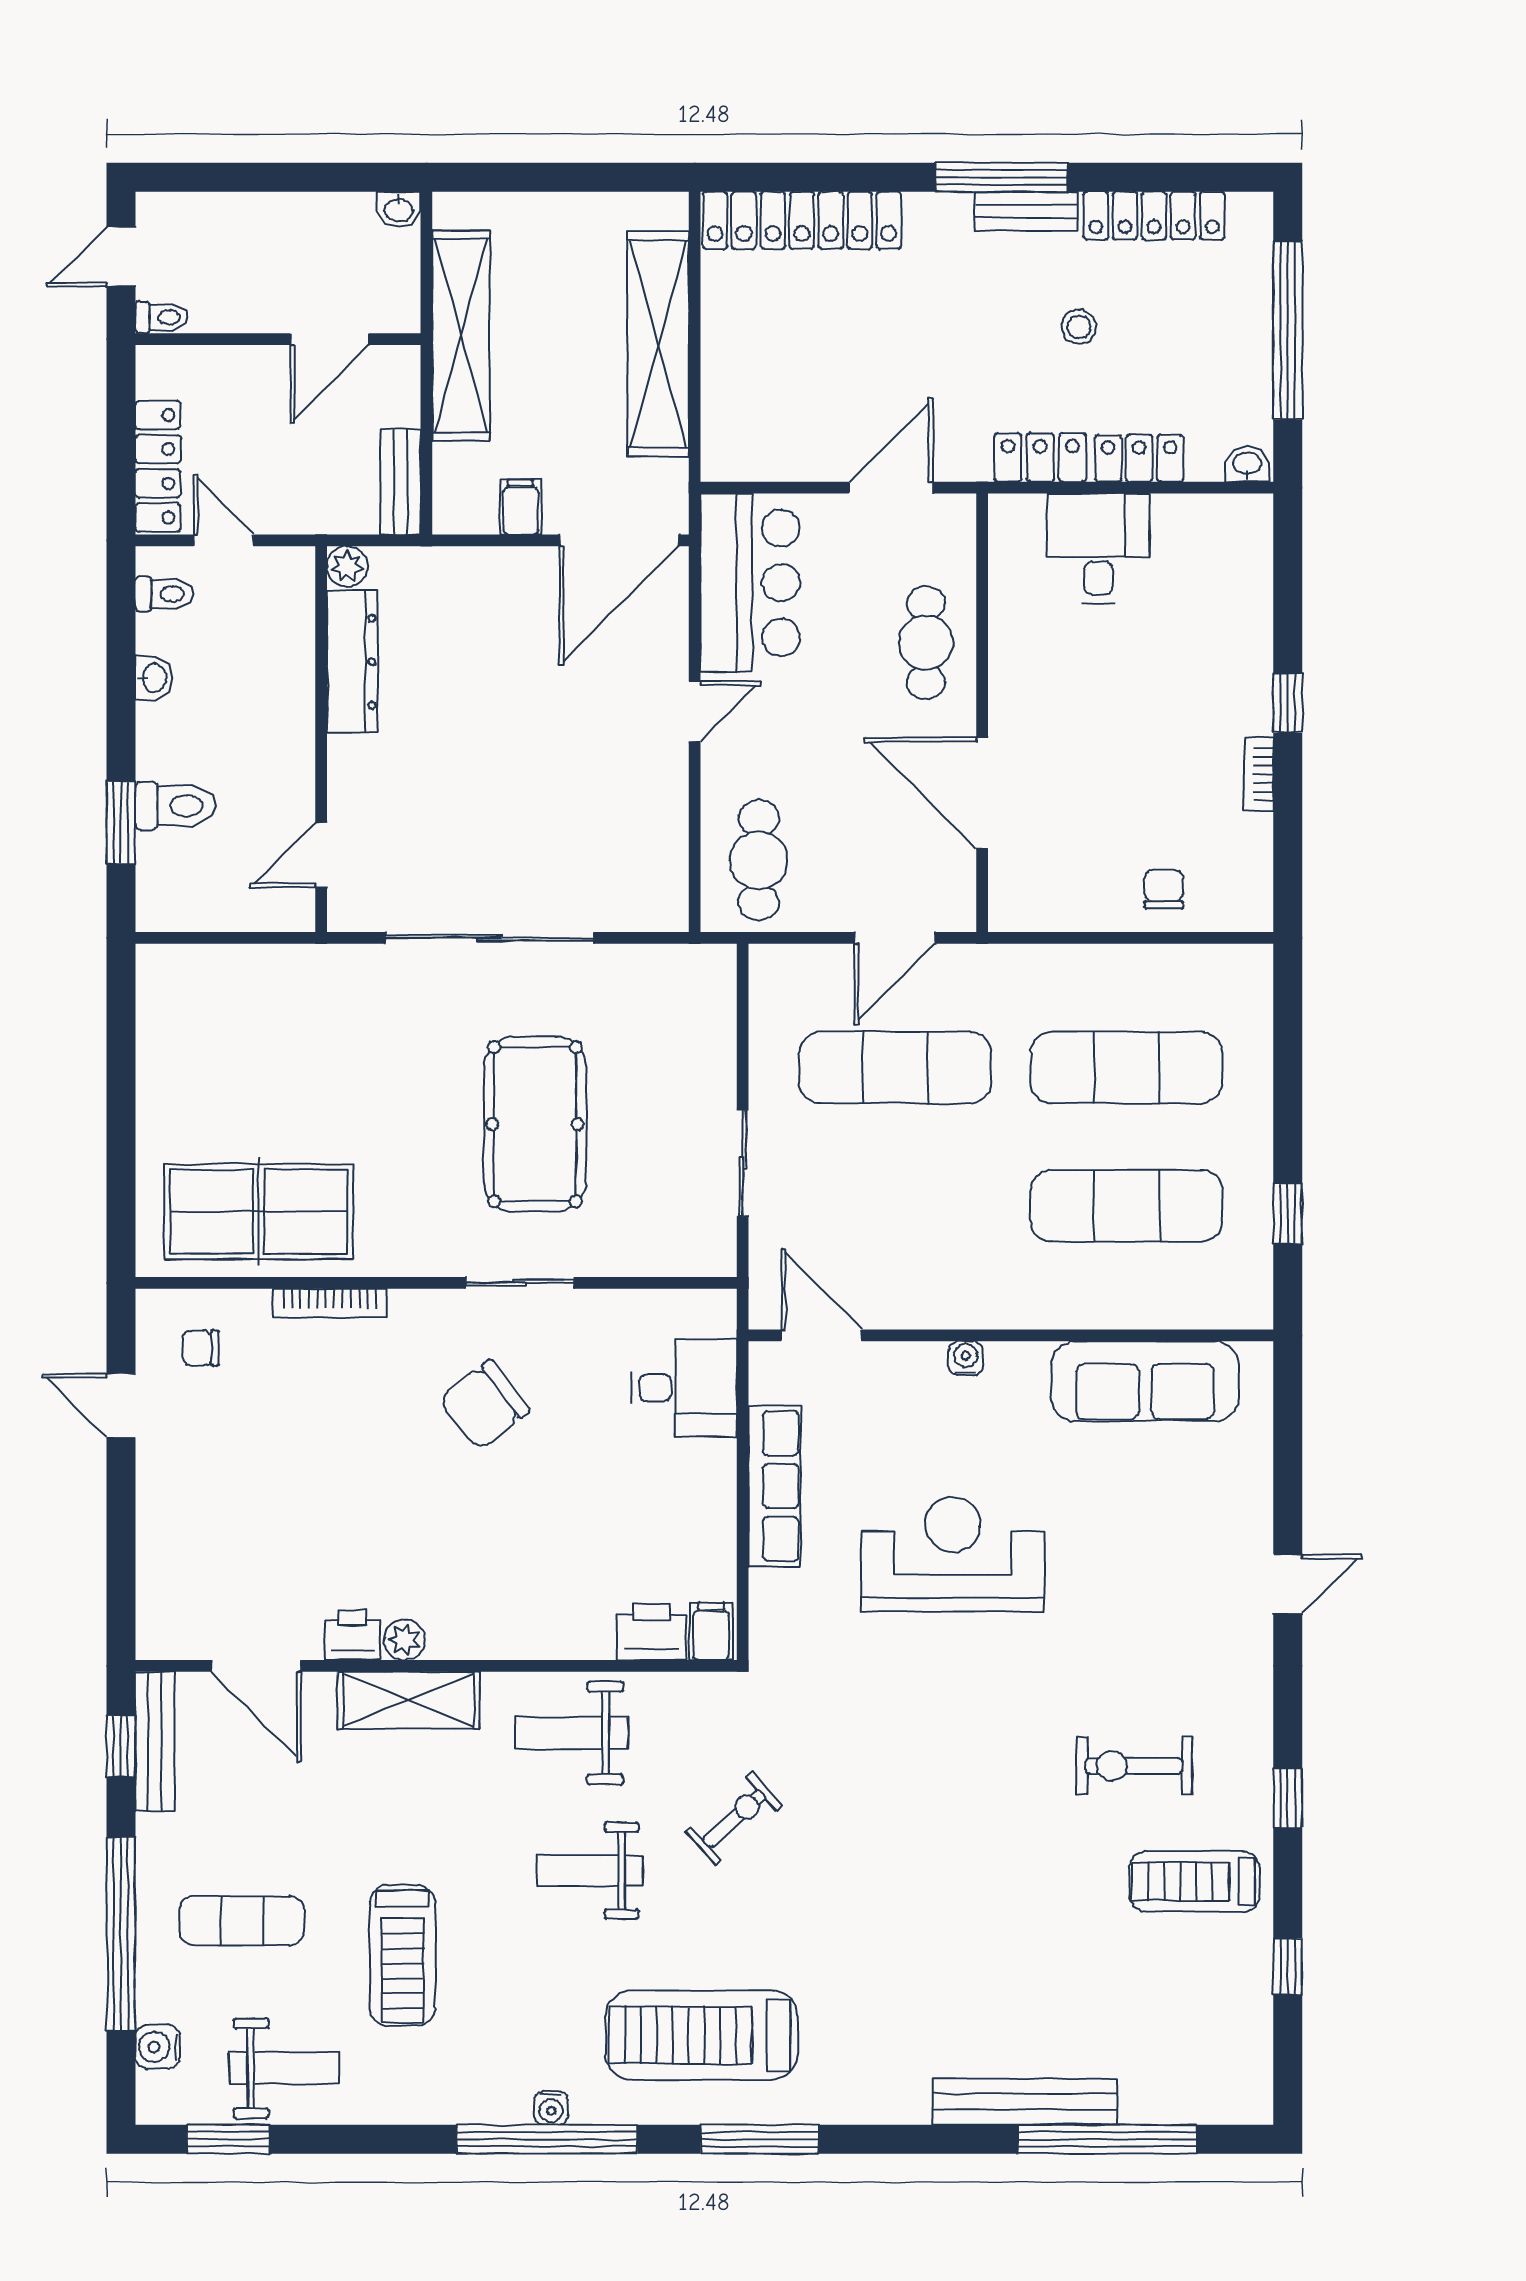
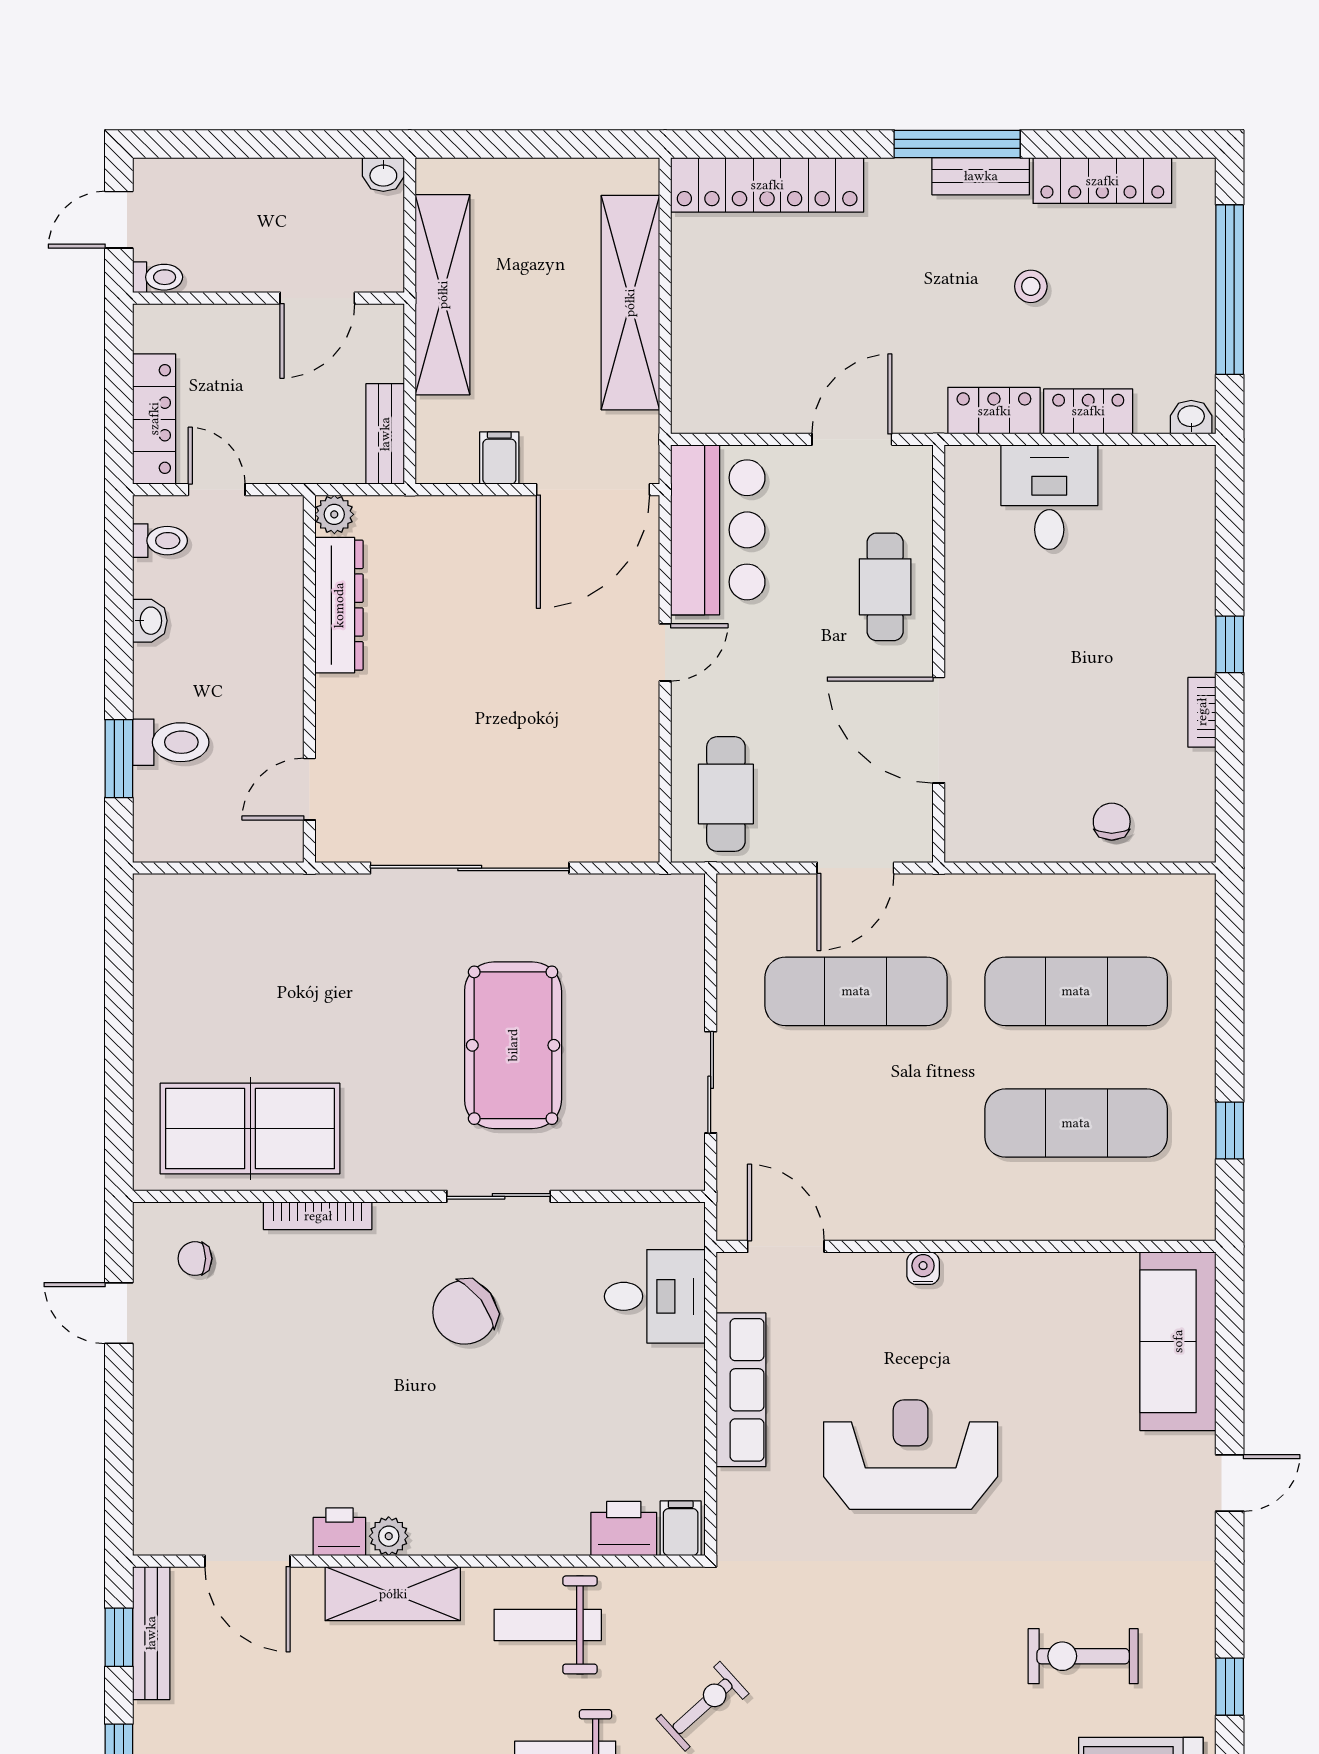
sofa: (1145, 1381) -> (1178, 1341), moved, turned 90

